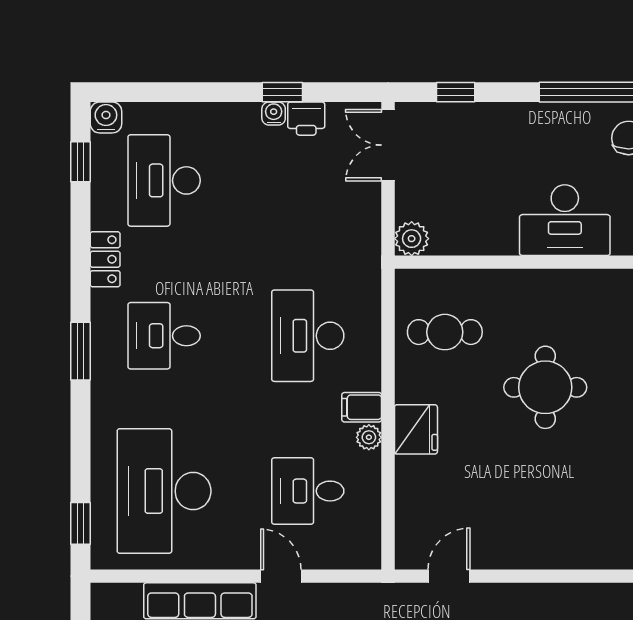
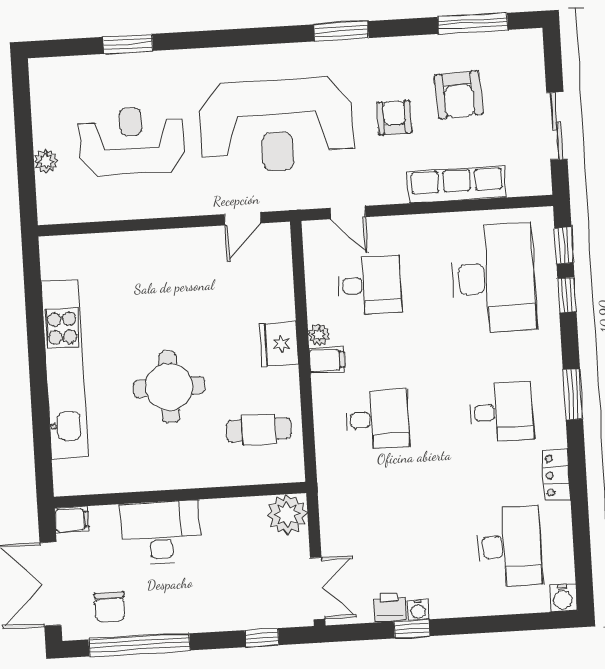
window: (81, 162) -> (567, 295), moved
plant: (412, 239) -> (287, 514), width x1.36, depth x1.36
desk: (308, 336) -> (377, 419), width x0.73
door: (281, 576) -> (348, 212), moved

